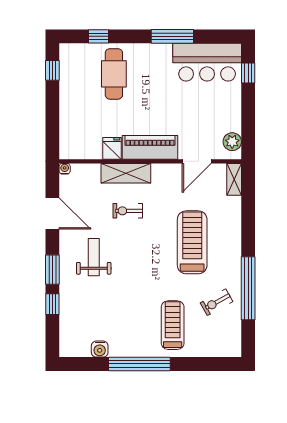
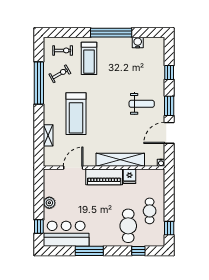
cafe table: (82, 96) -> (150, 211), added
plant: (232, 142) -> (49, 203), moved
shelving: (126, 173) -> (120, 160), width x1.47
shelving: (234, 179) -> (48, 135), moved
exercise bike: (128, 211) -> (63, 50), moved
door: (52, 214) -> (169, 133), hinge flipped
weight bench: (94, 257) -> (142, 104), turned -90
window: (52, 270) -> (169, 106), moved

